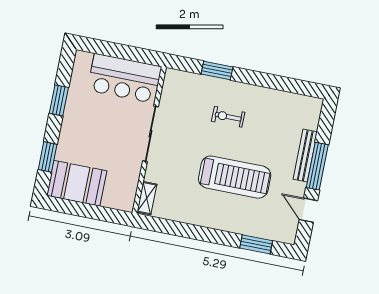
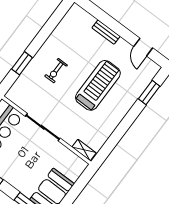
bench: (305, 156) -> (106, 32), width x0.73
window: (317, 166) -> (117, 27), removed
door: (308, 210) -> (143, 47), hinge flipped

